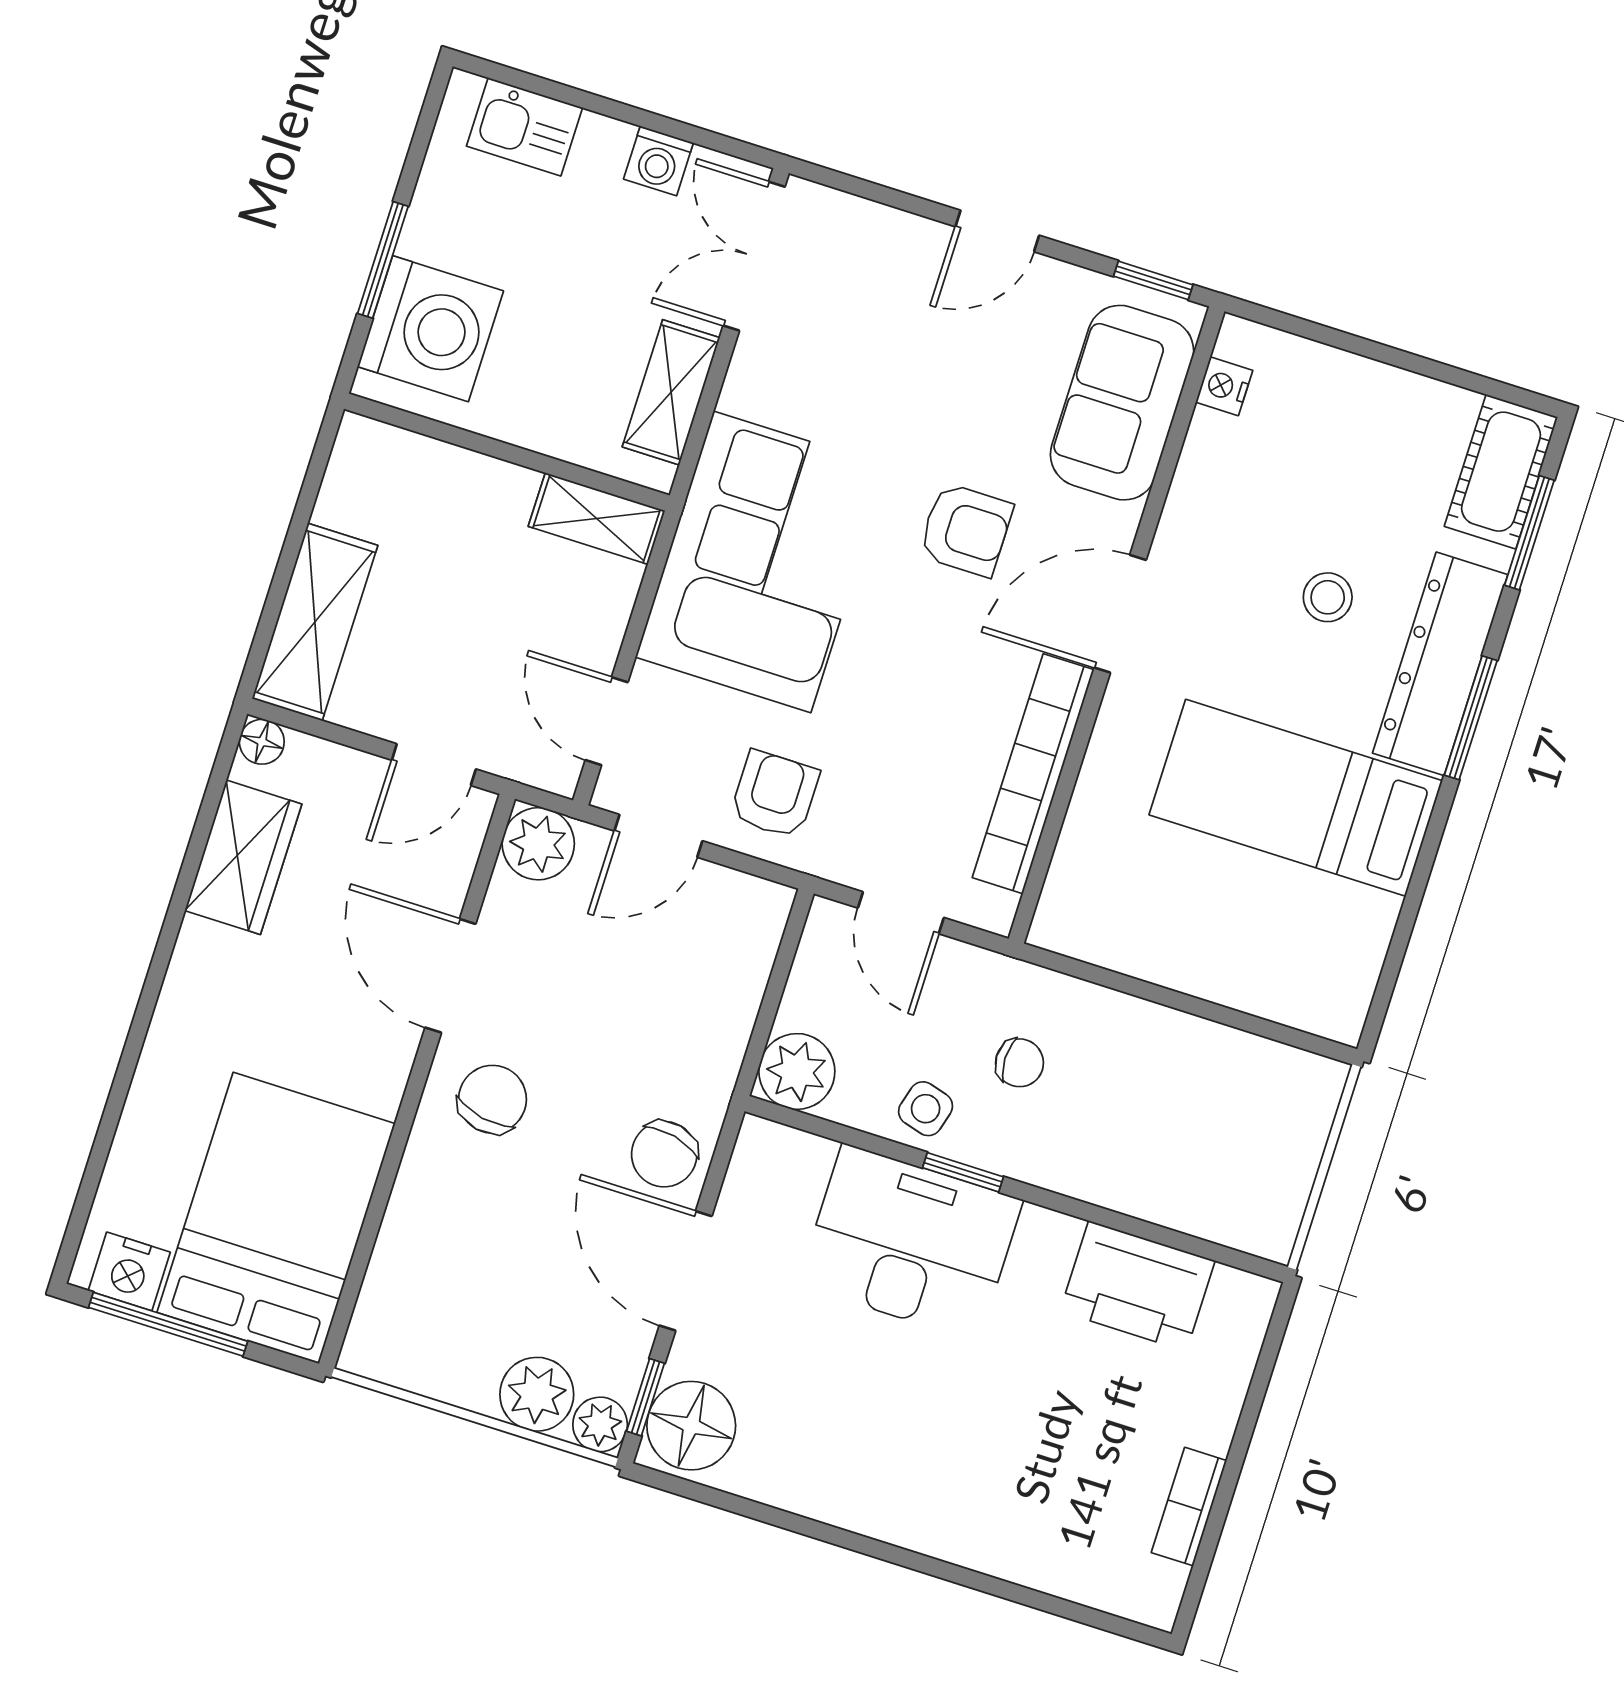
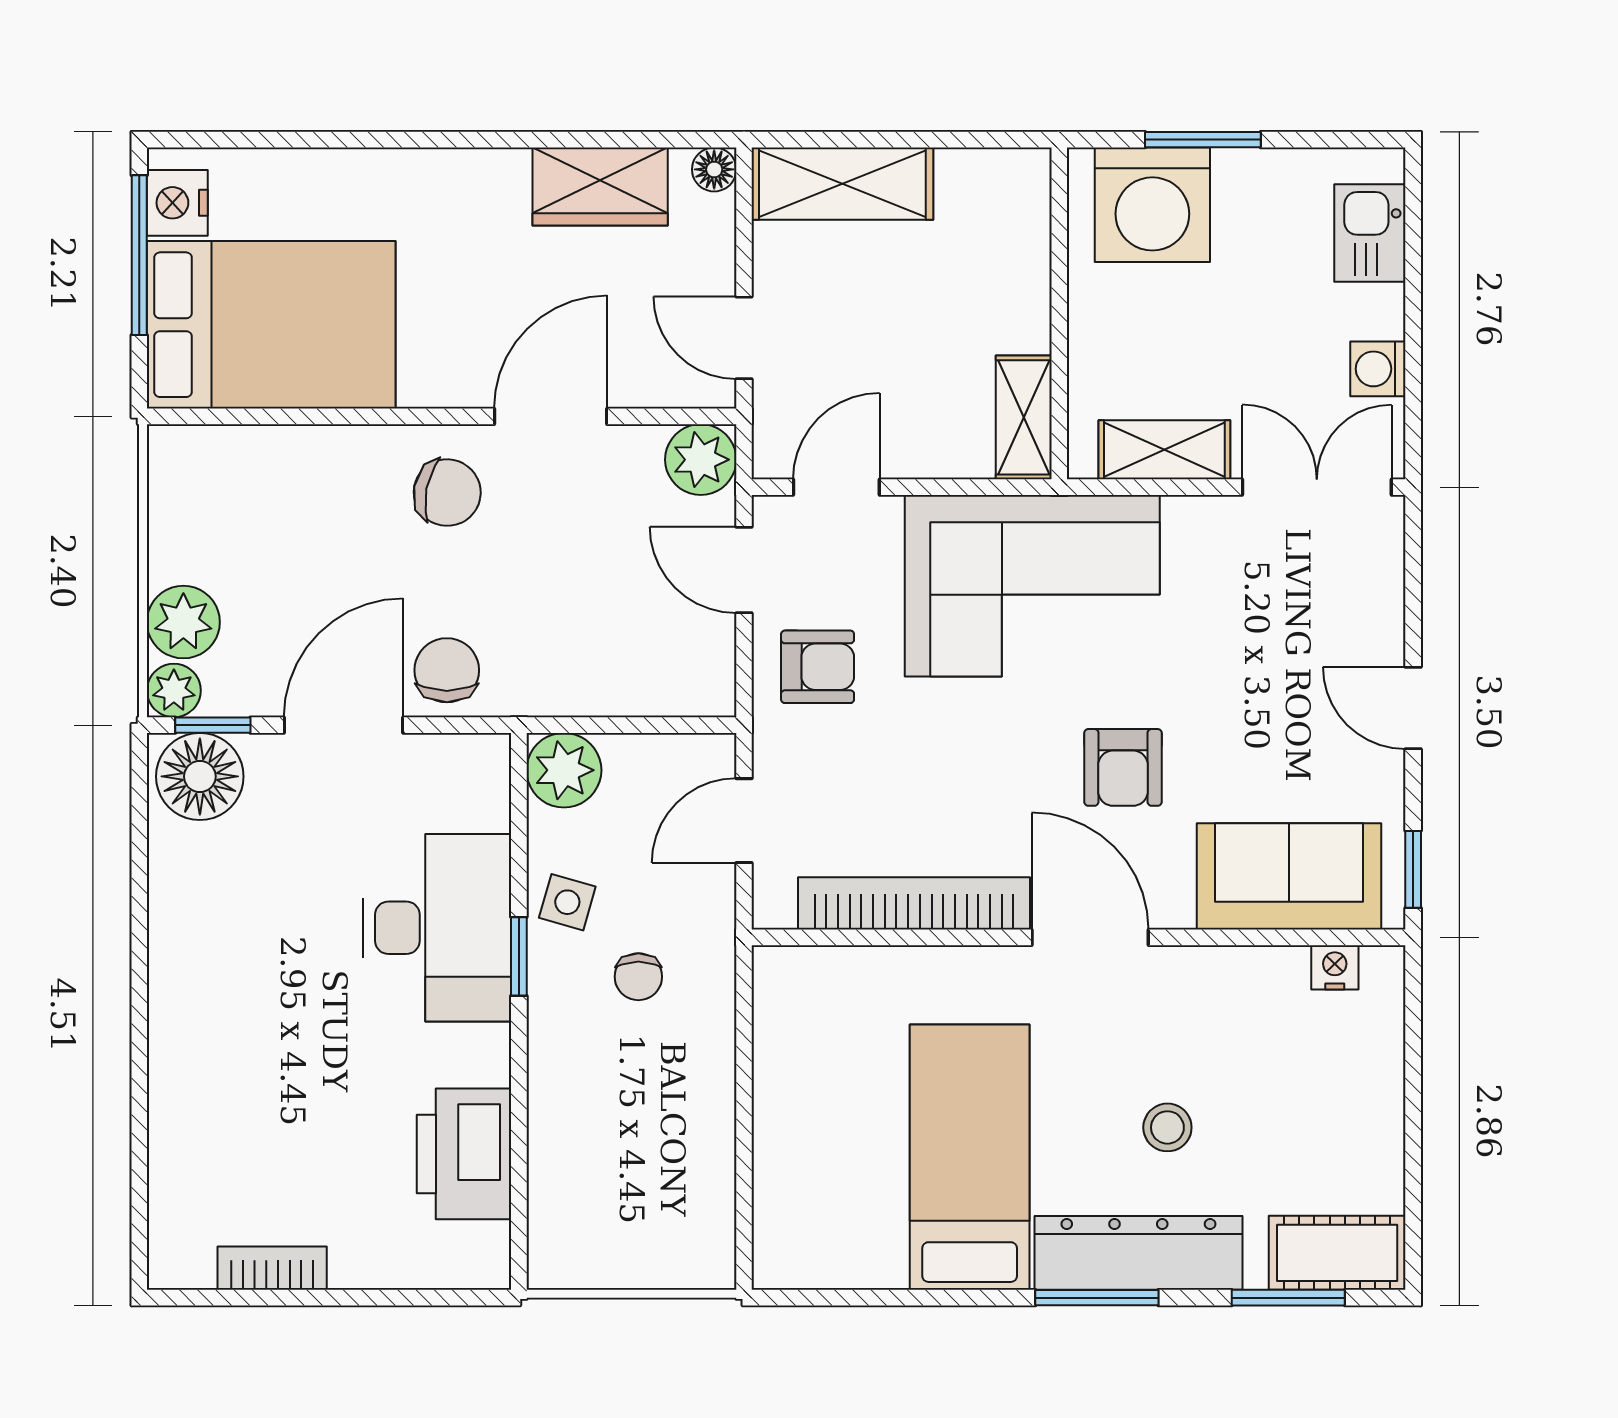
chair: (664, 1154) -> (447, 670), turned 77

